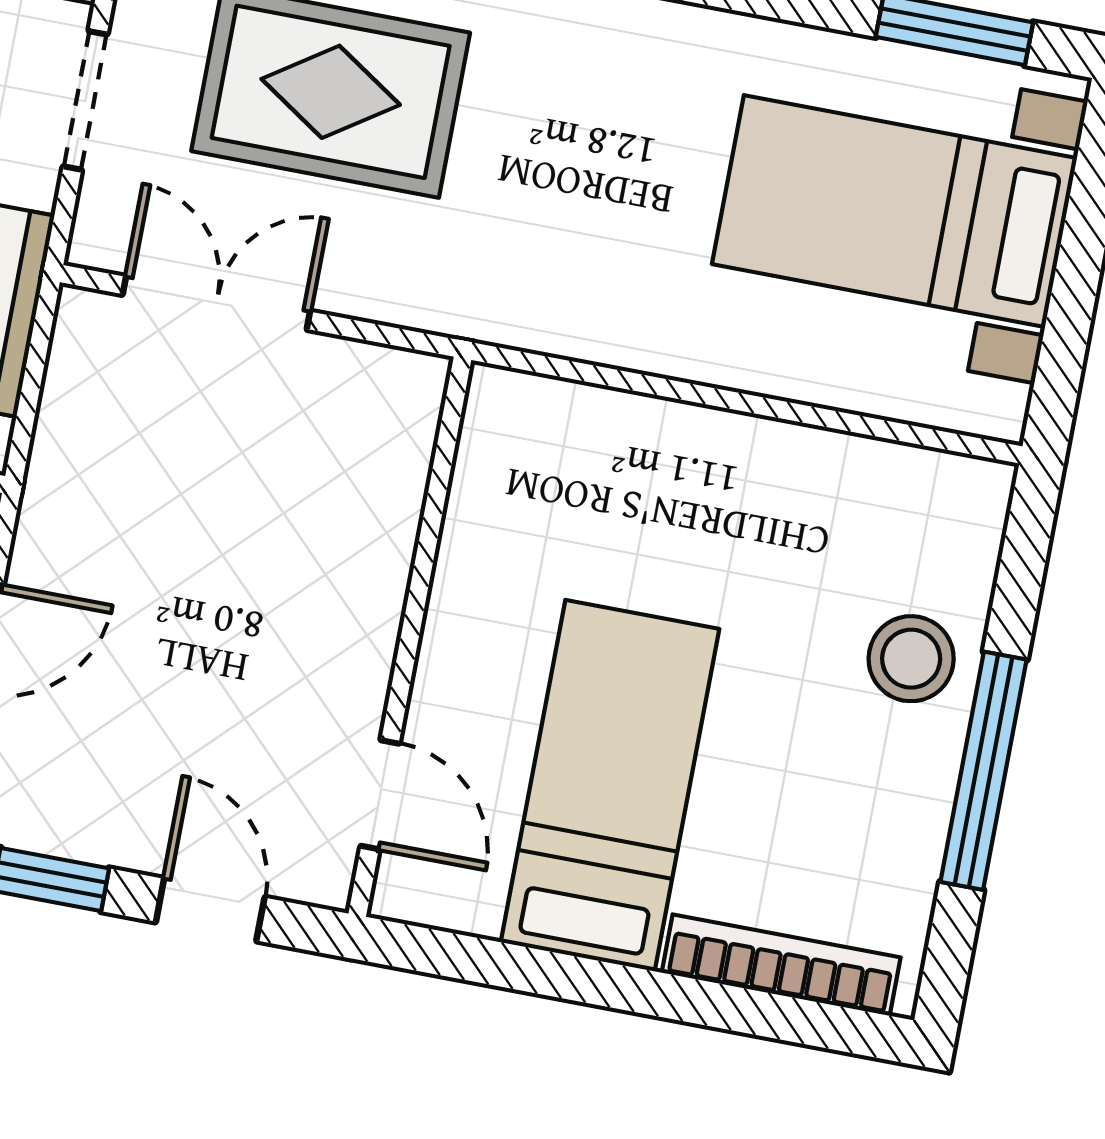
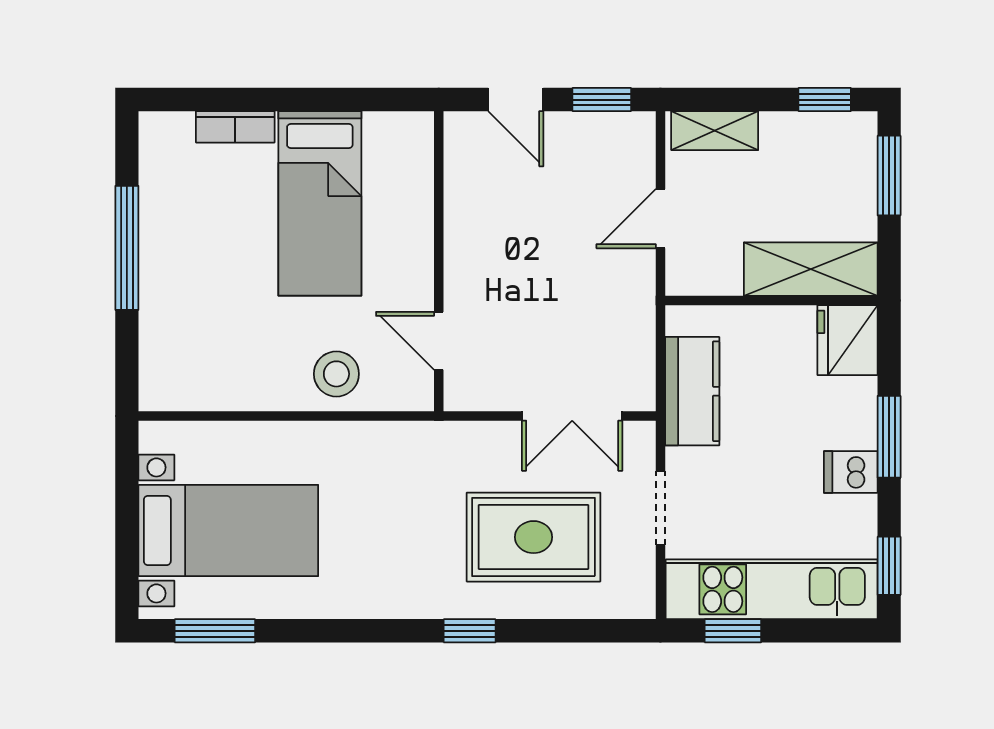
stool: (911, 659) -> (336, 374), moved
door: (380, 795) -> (439, 341), moved
bookcase: (781, 965) -> (235, 127), width x0.64

